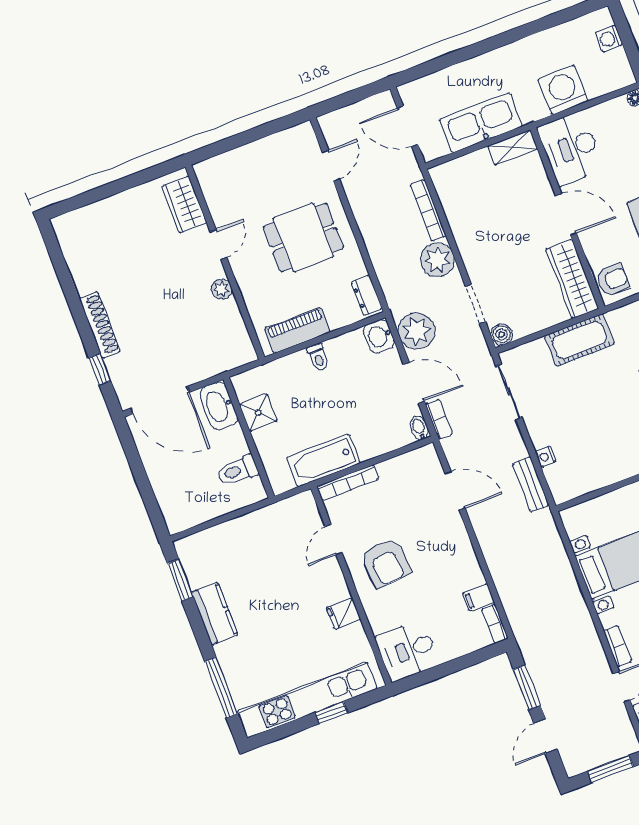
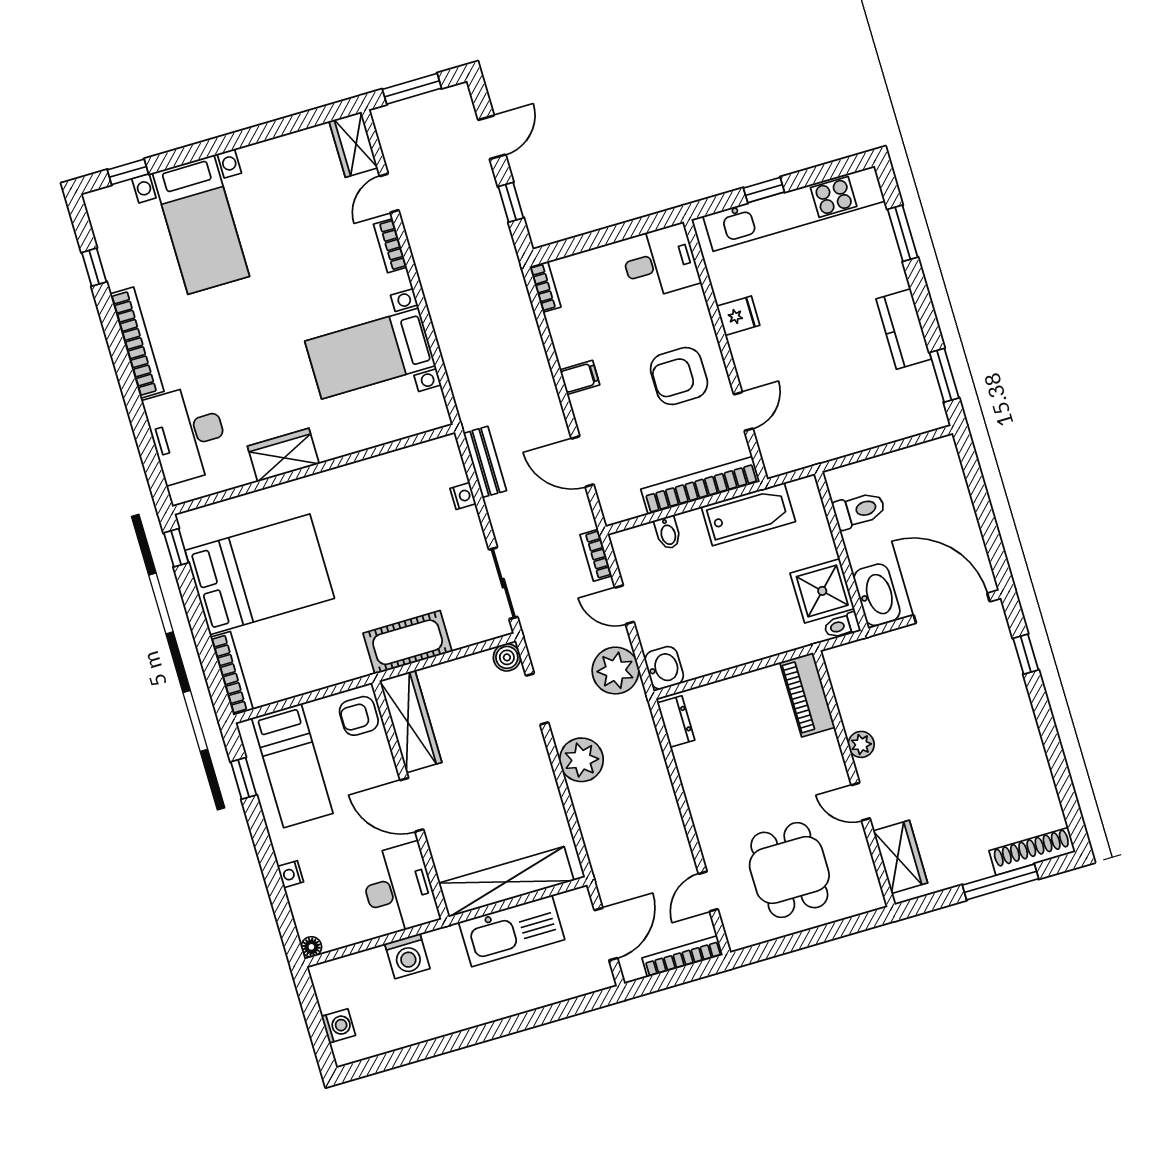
washing machine: (563, 90) -> (407, 956), width x0.73, depth x0.73
door: (408, 126) -> (606, 934), hinge flipped
shelving: (513, 147) -> (506, 882), width x2.20, depth x1.33
window: (105, 191) -> (1001, 882), added
bookcase: (428, 210) -> (682, 956), moved, turned -90
dining table: (303, 237) -> (789, 870), moved, turned 90
door: (218, 245) -> (861, 802), hinge flipped
shoe rack: (100, 325) -> (1032, 851), moved, turned 90
piano: (297, 330) -> (807, 695), moved, turned 90
toilet: (318, 357) -> (842, 626), moved, turned -90
door: (414, 383) -> (624, 605), width x0.73
shower: (258, 413) -> (822, 591), width x1.36, depth x1.36
bidet: (419, 428) -> (668, 533), moved
bookcase: (348, 483) -> (700, 485), width x1.48, depth x1.31
armchair: (386, 563) -> (679, 376), turned -85
filing cabinet: (478, 598) -> (580, 377), moved
window: (527, 687) -> (511, 202), width x0.67
window: (221, 688) -> (903, 233), width x0.69

